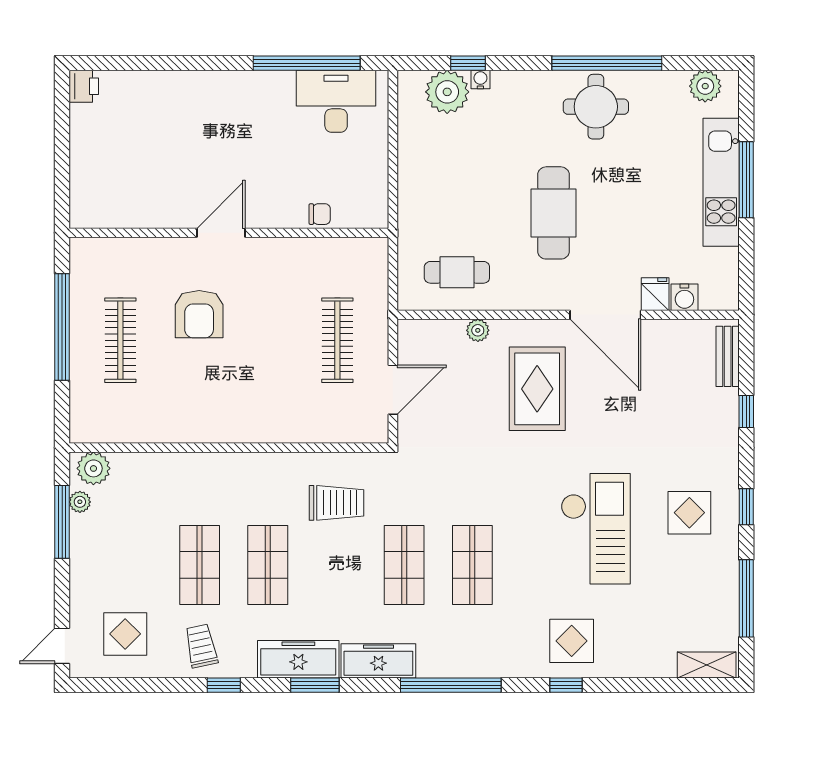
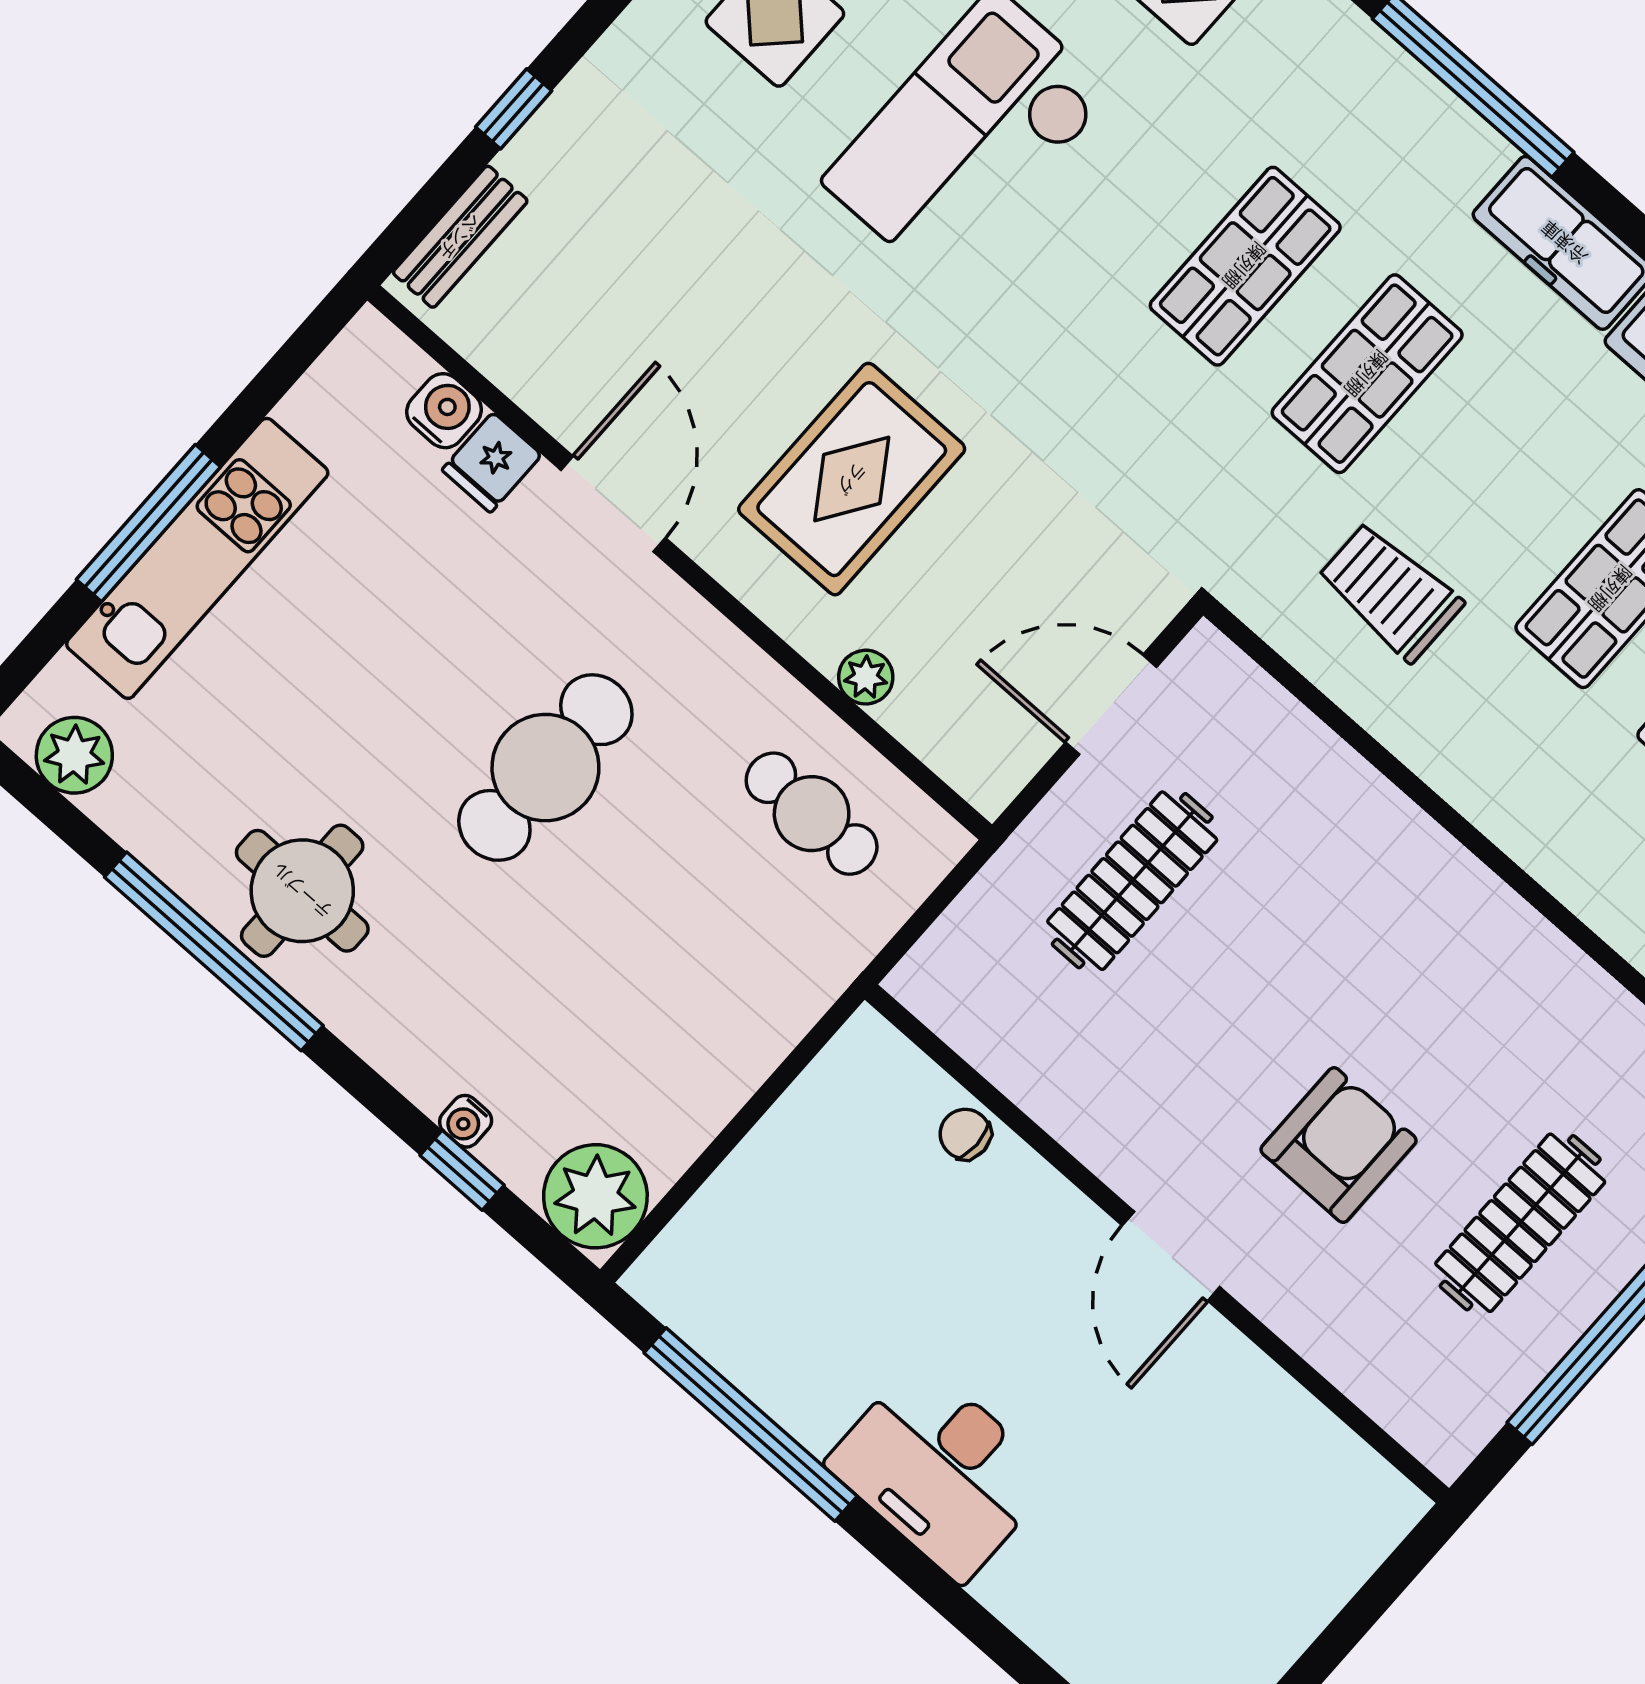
plant: (447, 92) -> (595, 1196), moved
desk: (336, 101) -> (940, 1471), moved
door: (221, 233) -> (1171, 1256), hinge flipped
door: (605, 315) -> (613, 504), width x0.73

